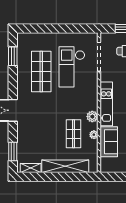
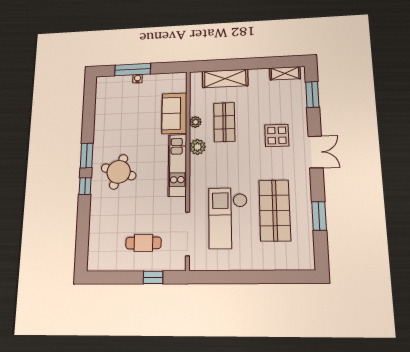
window: (13, 56) -> (319, 216), moved
checkout: (72, 67) -> (228, 218), turned 180
display table: (38, 123) -> (277, 135), added
shelving: (65, 166) -> (225, 79), width x0.68

